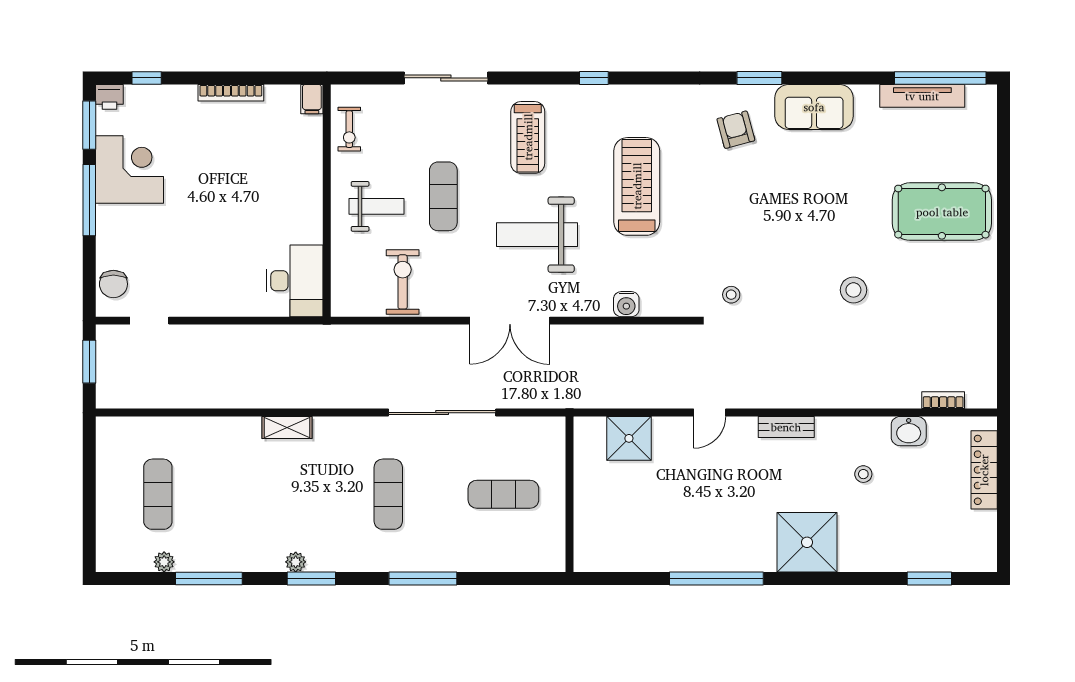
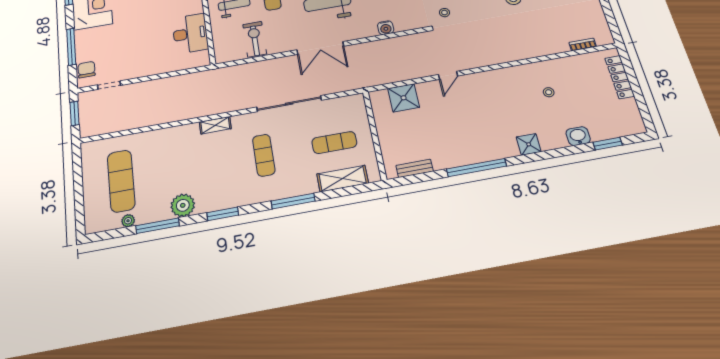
window: (89, 200) -> (71, 47), moved
desk: (295, 281) -> (190, 34), moved
chair: (113, 284) -> (87, 70), turned 180
bench: (786, 427) -> (415, 168), moved
shelving: (287, 428) -> (215, 125), moved
washbasin: (909, 431) -> (578, 136), moved, turned 180
exercise mat: (158, 494) -> (121, 181), width x1.36, depth x1.45
shower: (807, 542) -> (529, 144), width x0.54, depth x0.54
shelving: (506, 557) -> (343, 179), added
plant: (296, 562) -> (183, 205), moved, width x1.88, depth x1.88

